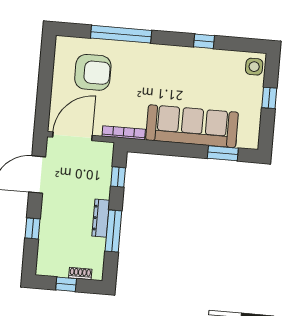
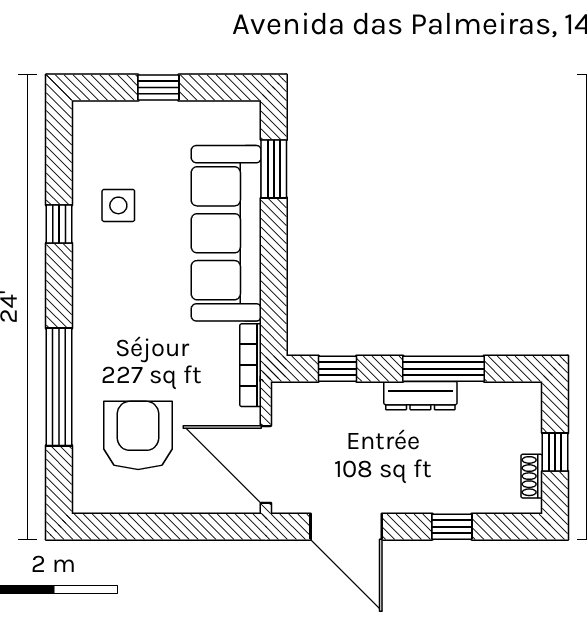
side table: (254, 67) -> (118, 205), moved
shoe rack: (80, 273) -> (532, 476), moved

